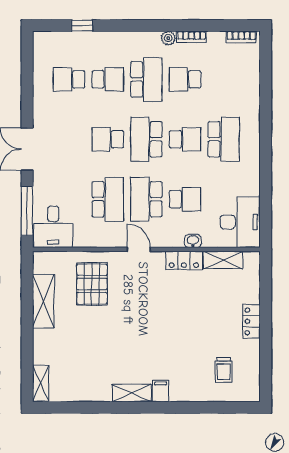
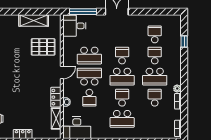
school desk: (108, 79) -> (155, 56), turned 180
school desk: (146, 139) -> (122, 77), turned 180
school desk: (185, 139) -> (122, 98), turned 180

